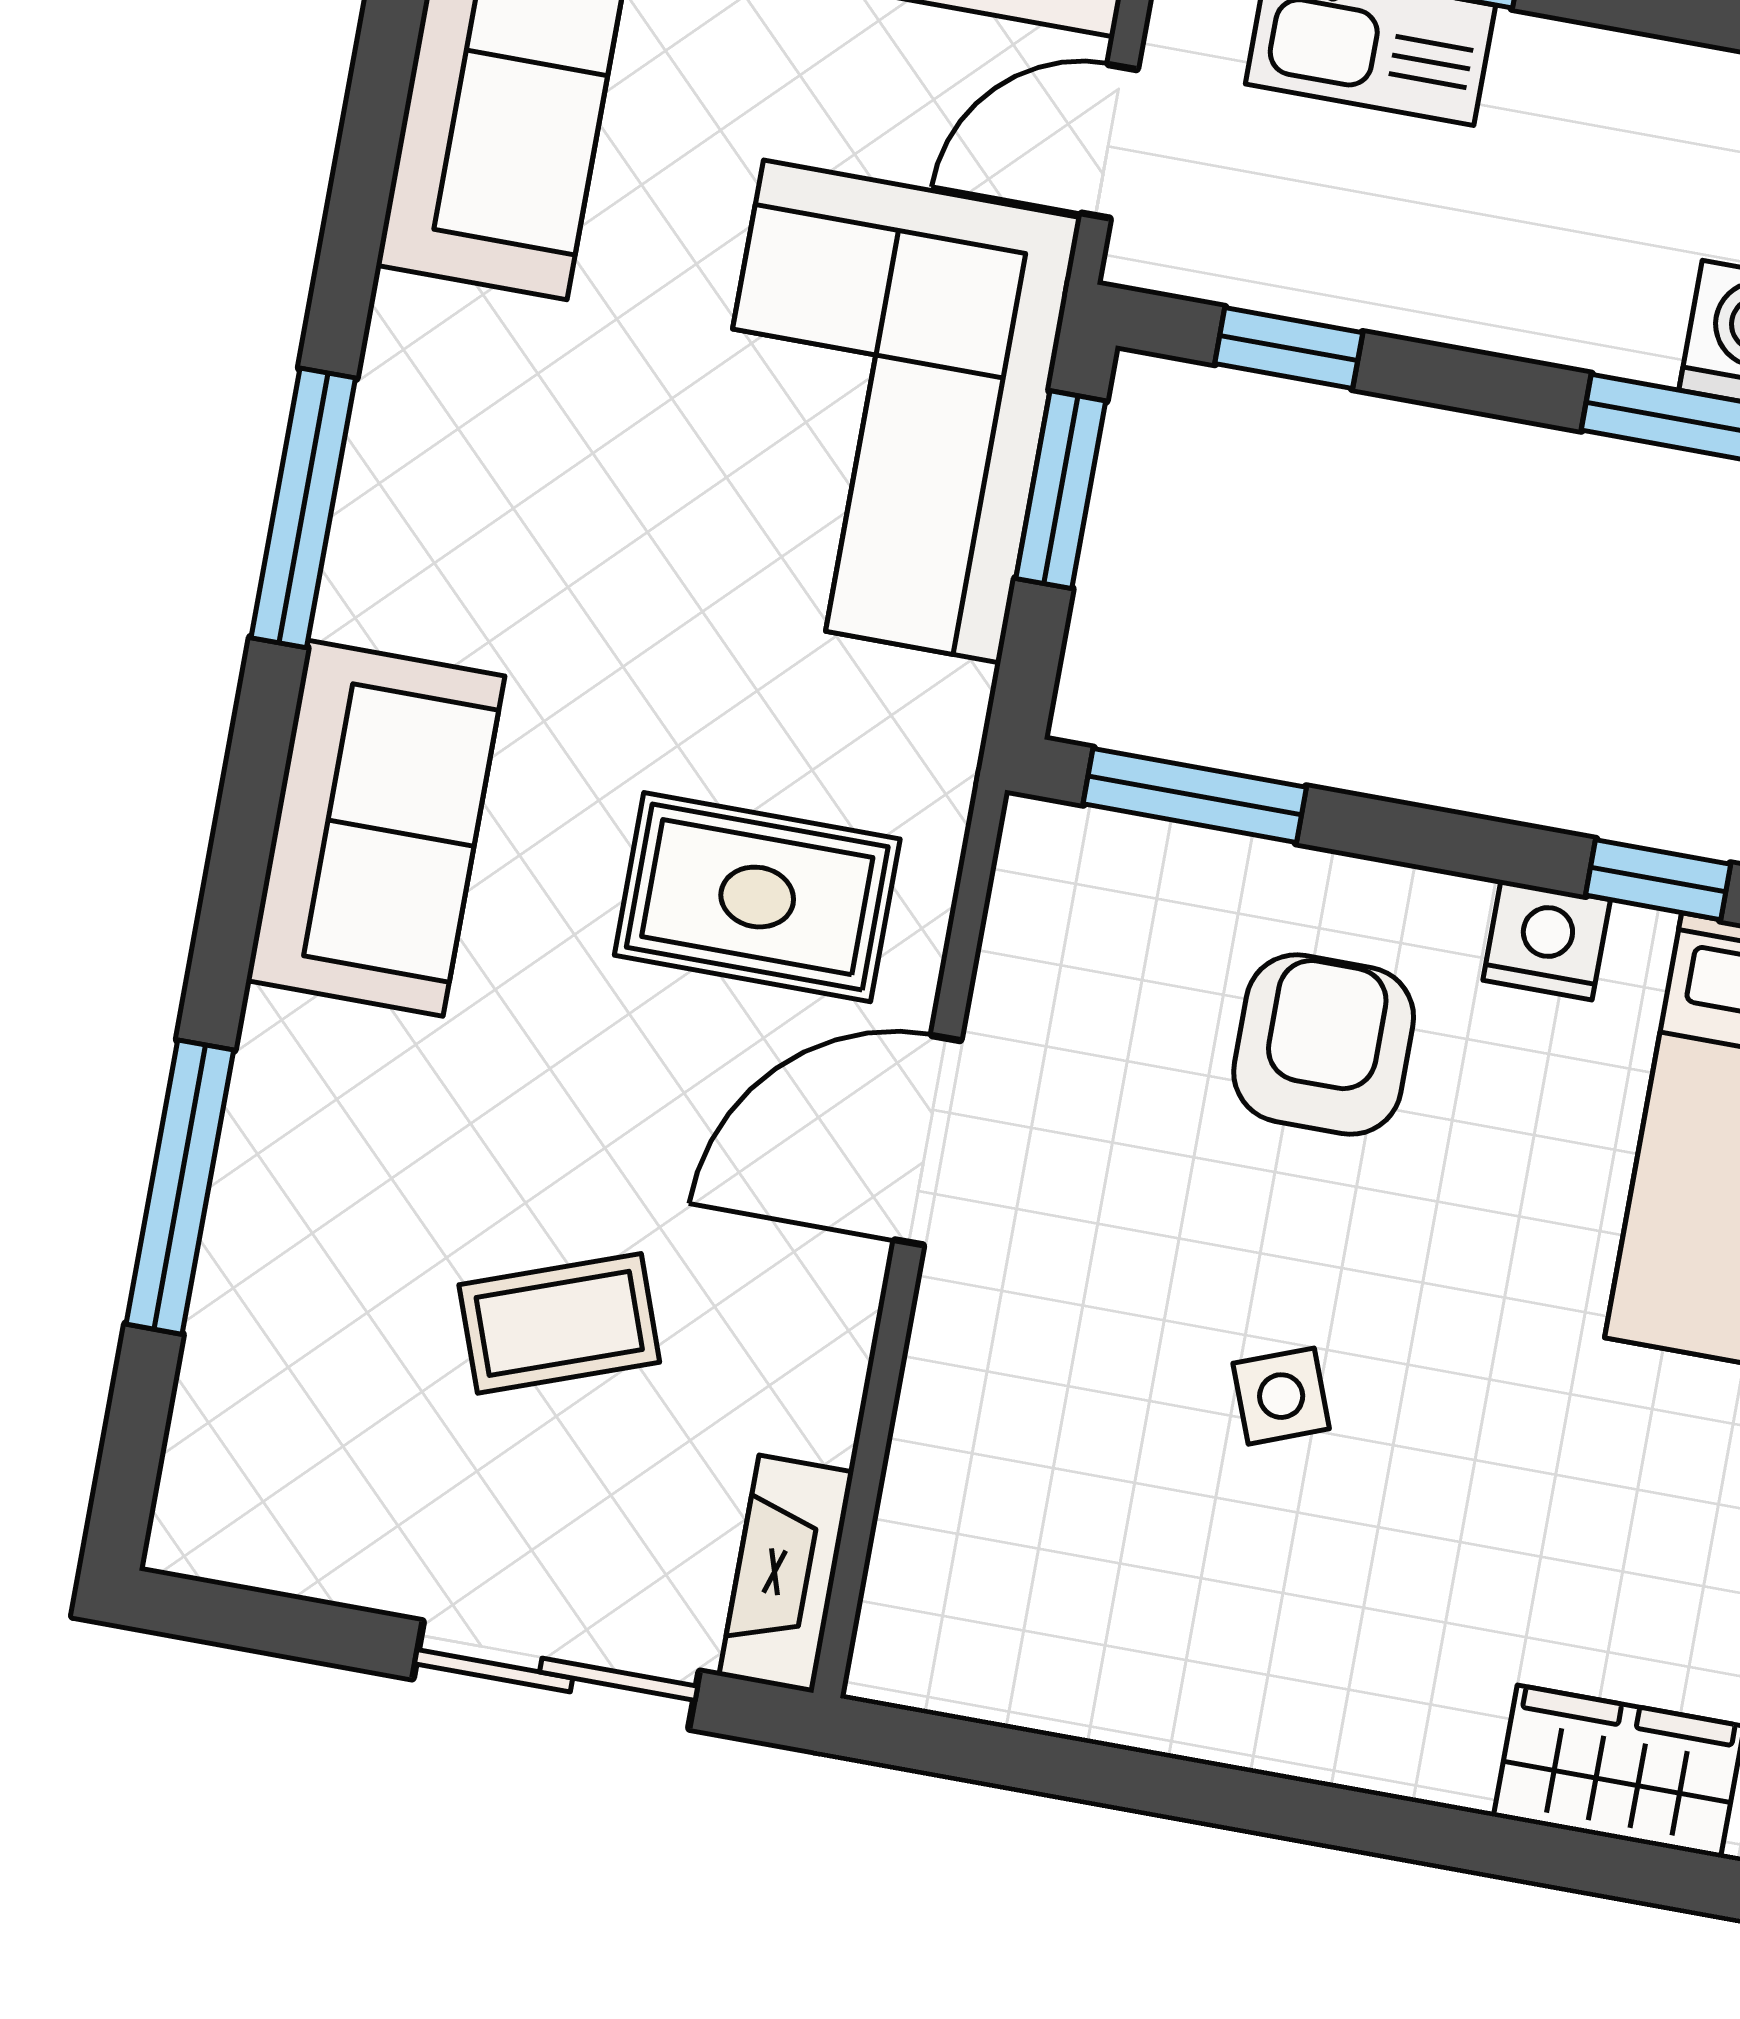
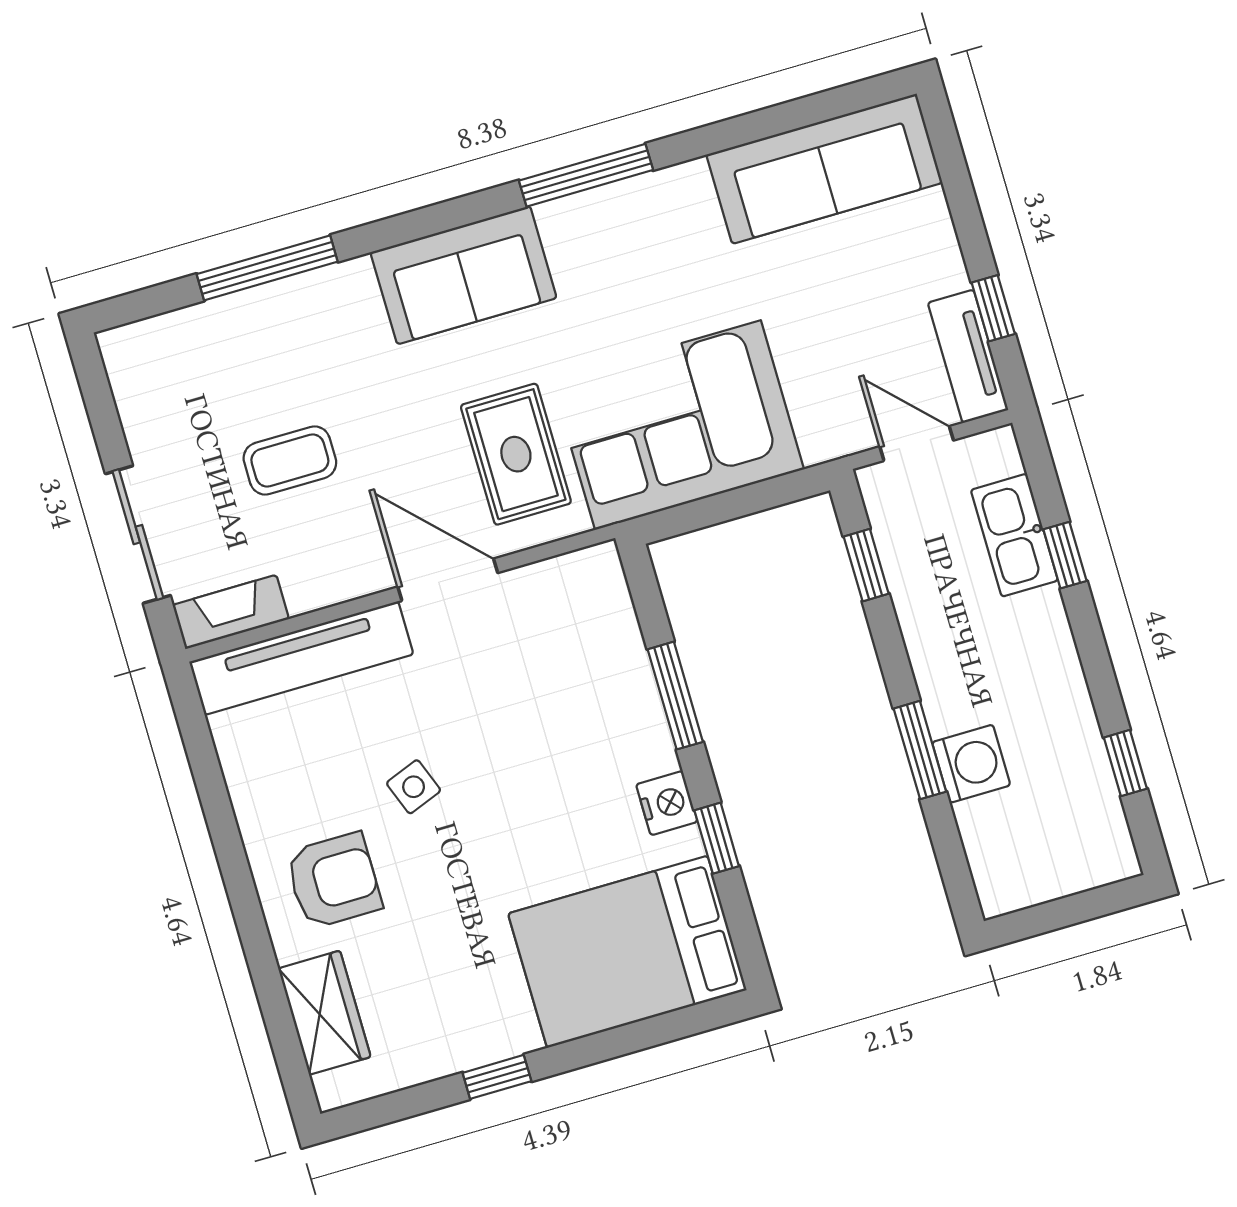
corner sofa: (882, 411) -> (678, 425), moved
window: (1061, 490) -> (756, 497), removed
window: (1195, 795) -> (675, 696), moved
armchair: (1324, 1045) -> (334, 881), moved
coffee table: (559, 1323) -> (290, 460), turned -70
tv unit: (938, 1486) -> (301, 658), added

